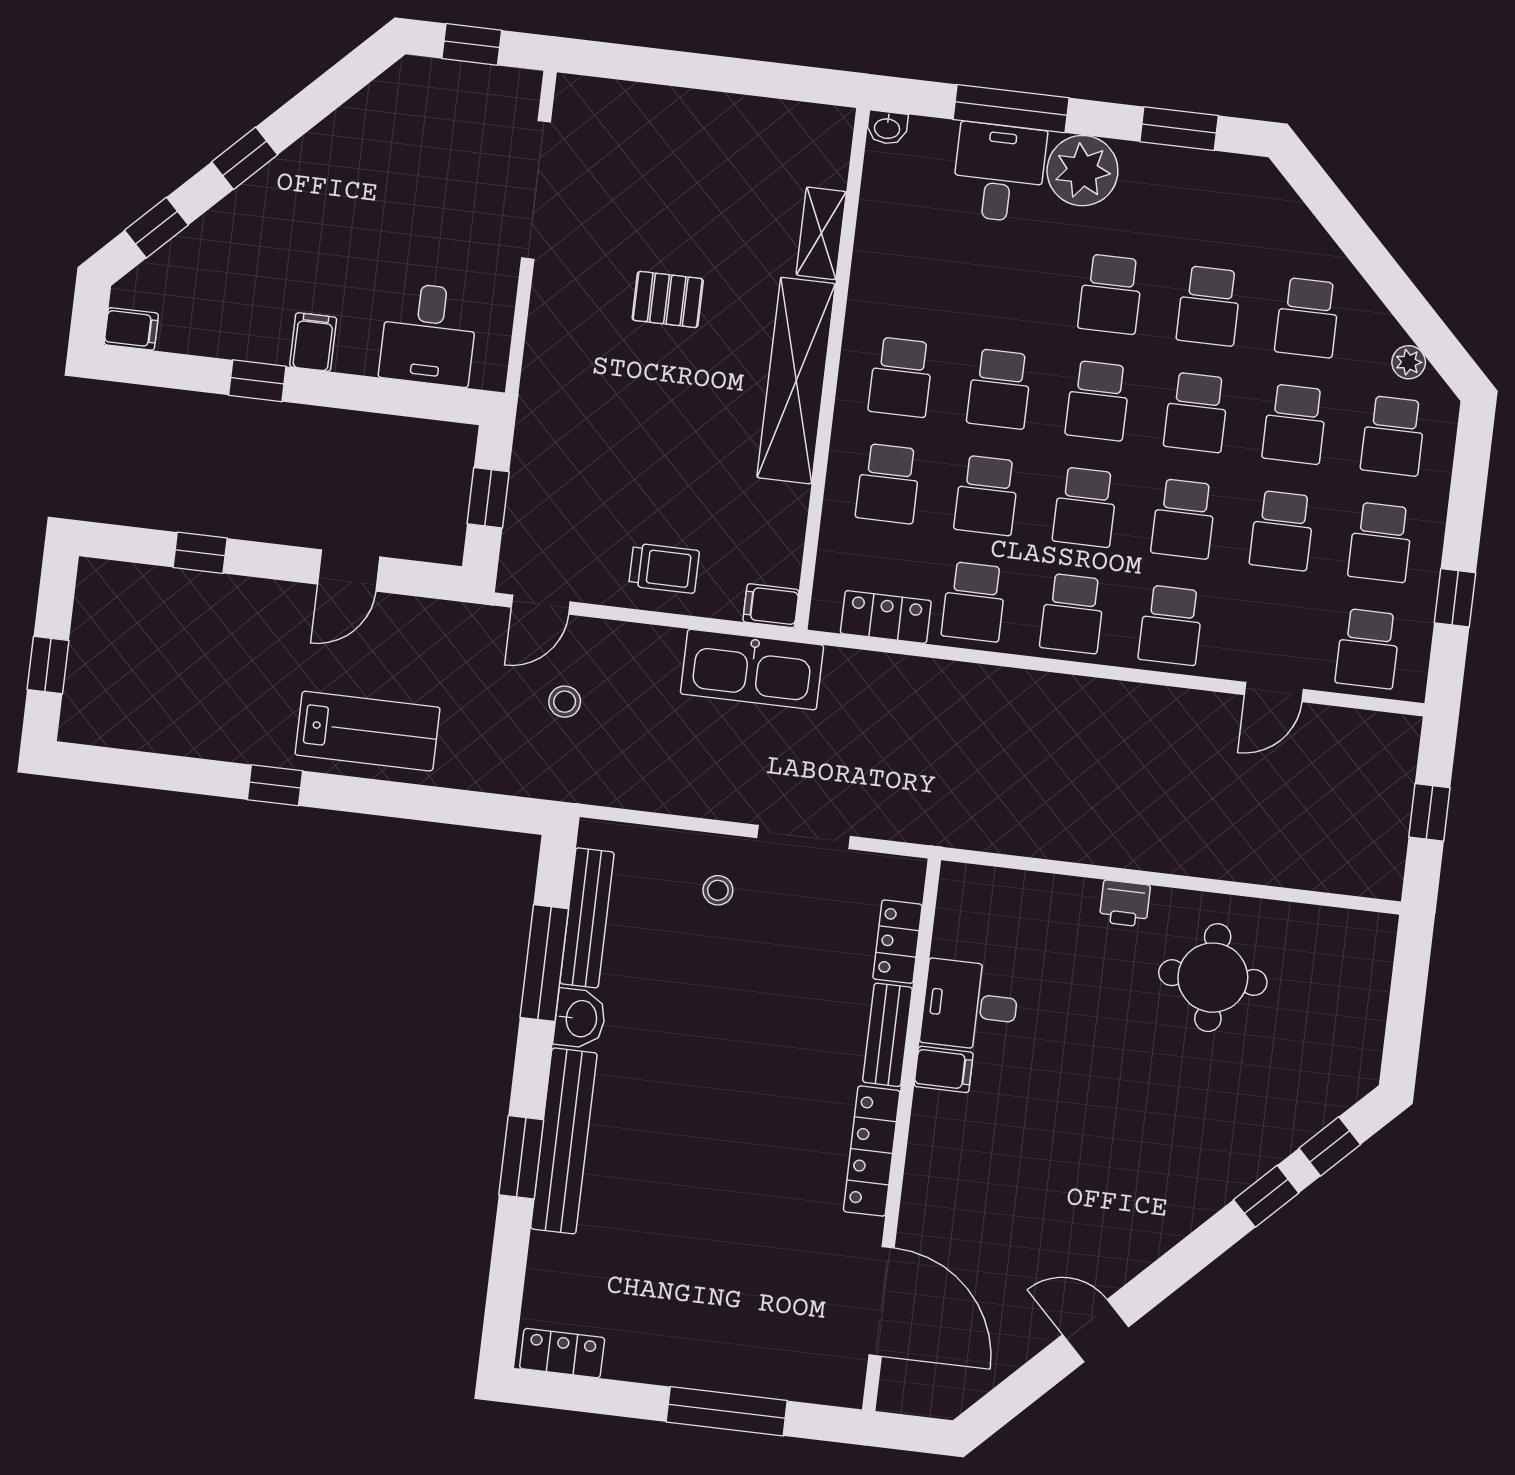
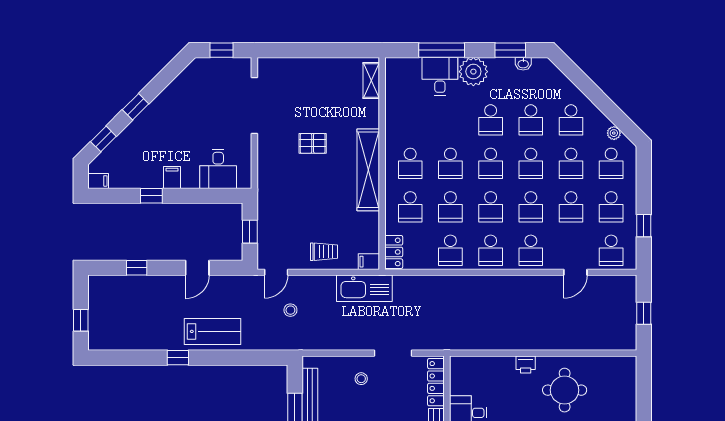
washbasin: (887, 128) -> (523, 64), moved
shelving: (821, 233) -> (371, 80), moved
locker: (886, 617) -> (394, 252), moved, turned 90
locker: (897, 942) -> (436, 382), width x1.53

